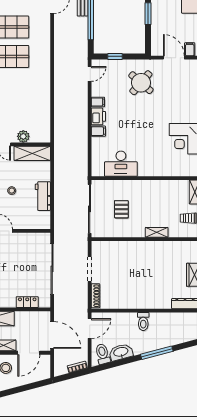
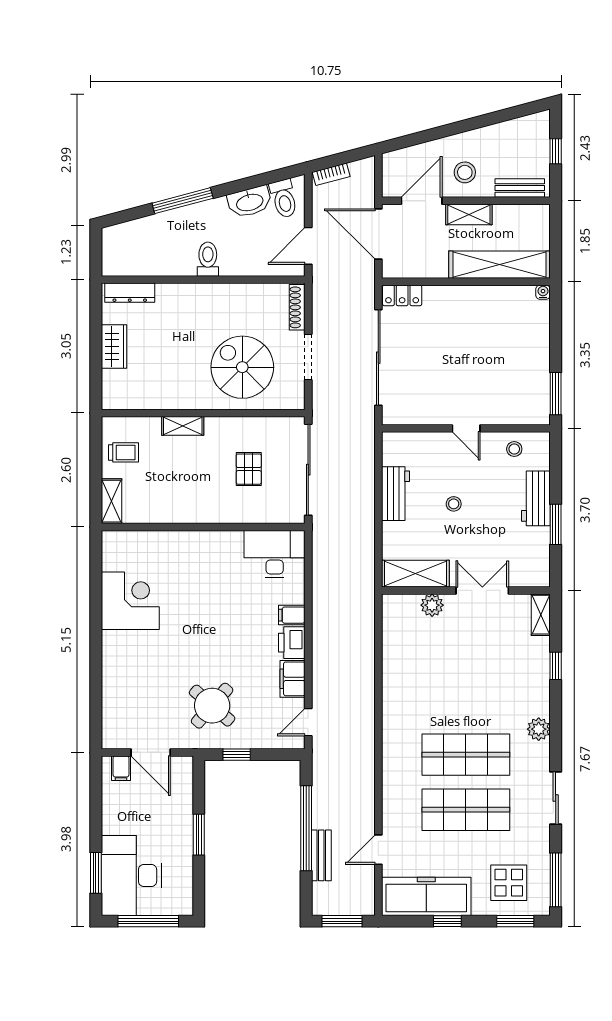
window: (115, 56) -> (237, 755), moved
filing cabinet: (98, 102) -> (293, 679), width x2.00
desk: (121, 164) -> (275, 554), moved
spiral stairs: (125, 264) -> (242, 367), added
locker: (27, 302) -> (402, 295), moved

